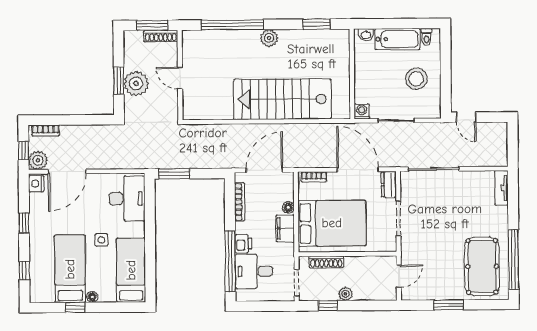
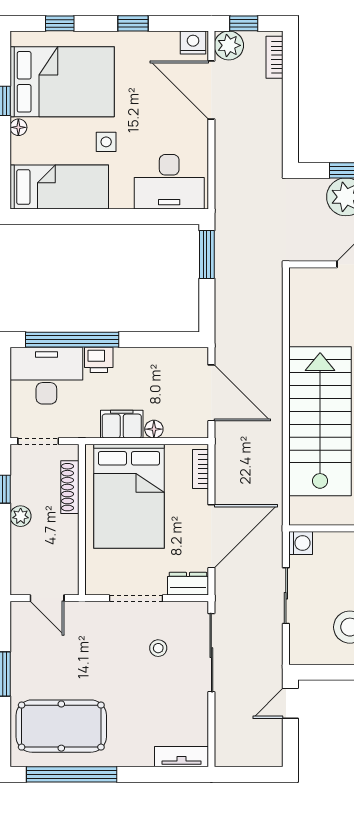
bookcase: (240, 202) -> (163, 355), removed
stool: (431, 204) -> (158, 648), added
bed: (70, 269) -> (62, 82), width x1.50
desk: (254, 271) -> (46, 376), width x1.37

